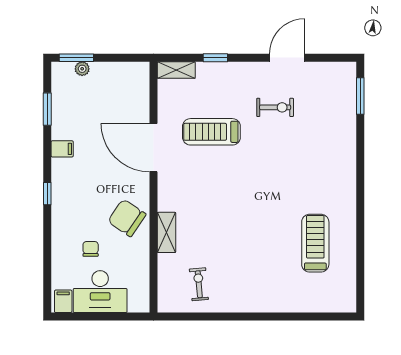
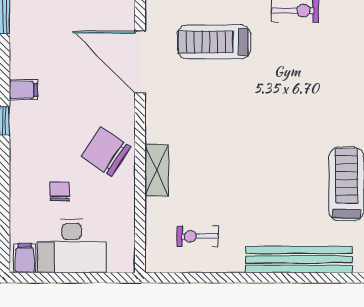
filing cabinet: (62, 149) -> (23, 90), moved
exercise bike: (199, 284) -> (198, 236), turned -85
bench: (278, 302) -> (299, 260), added

